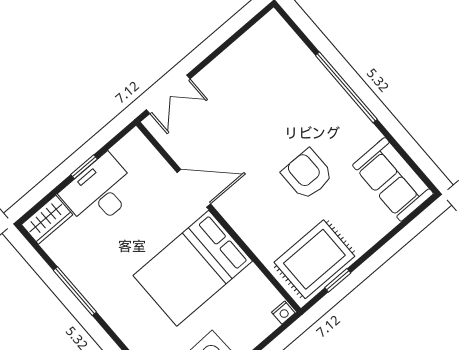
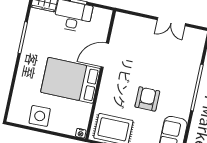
double door: (168, 94) -> (171, 22), moved
door: (194, 188) -> (105, 55), swing flipped

